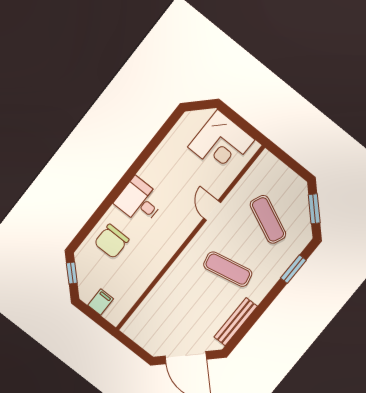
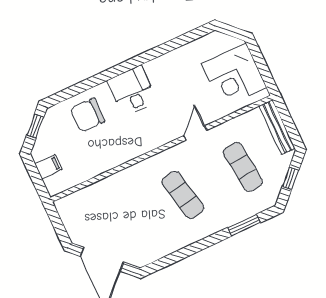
window: (314, 209) -> (290, 178), width x0.67
exercise mat: (268, 219) -> (243, 167), turned -30
bench: (236, 322) -> (277, 127), moved, turned 90

